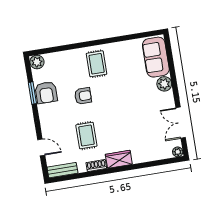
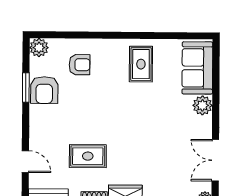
rug: (97, 64) -> (141, 64), moved
armchair: (83, 96) -> (80, 65), moved
rug: (86, 136) -> (88, 156), turned 90

